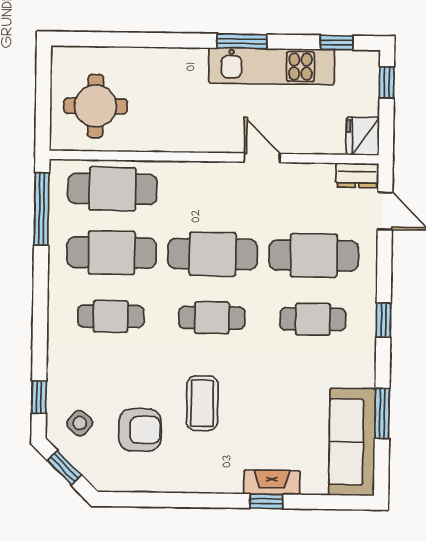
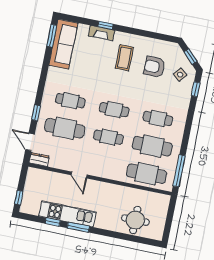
window: (337, 43) -> (53, 222), moved
round table: (96, 106) -> (135, 220), moved
fridge: (363, 136) -> (34, 176), removed
cafe table: (213, 254) -> (108, 137), width x0.73, depth x0.74
window: (383, 320) -> (36, 113), moved
coffee table: (202, 403) -> (124, 58), moved
window: (382, 414) -> (52, 36), moved

